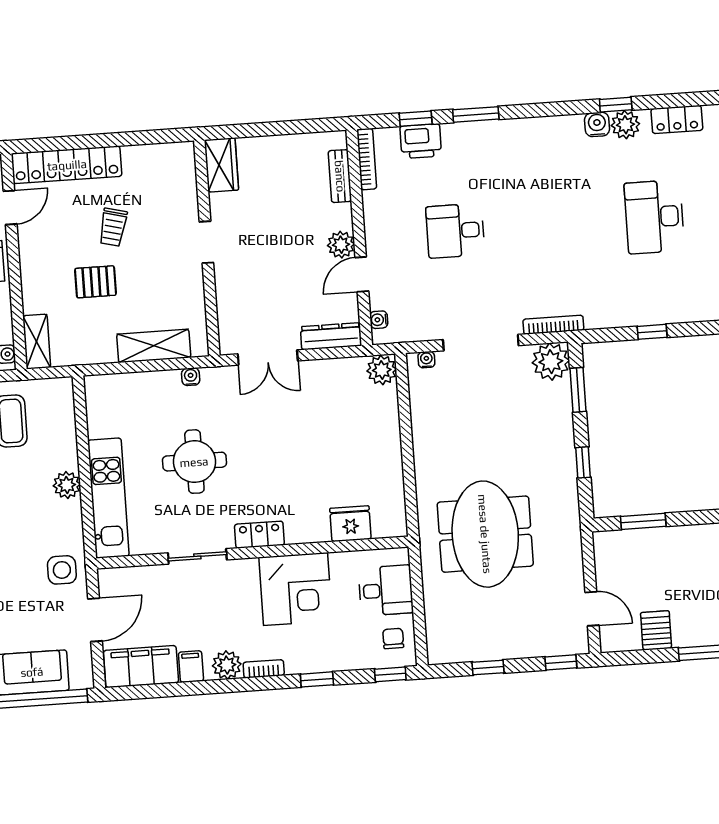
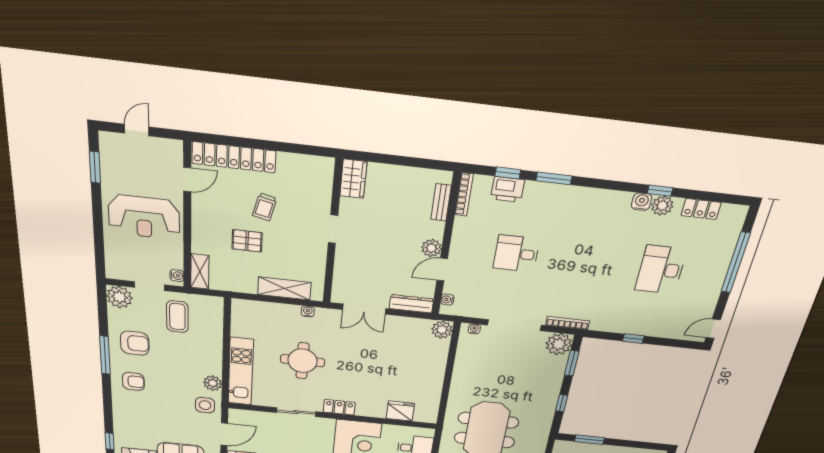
plant: (67, 485) -> (213, 383), moved

